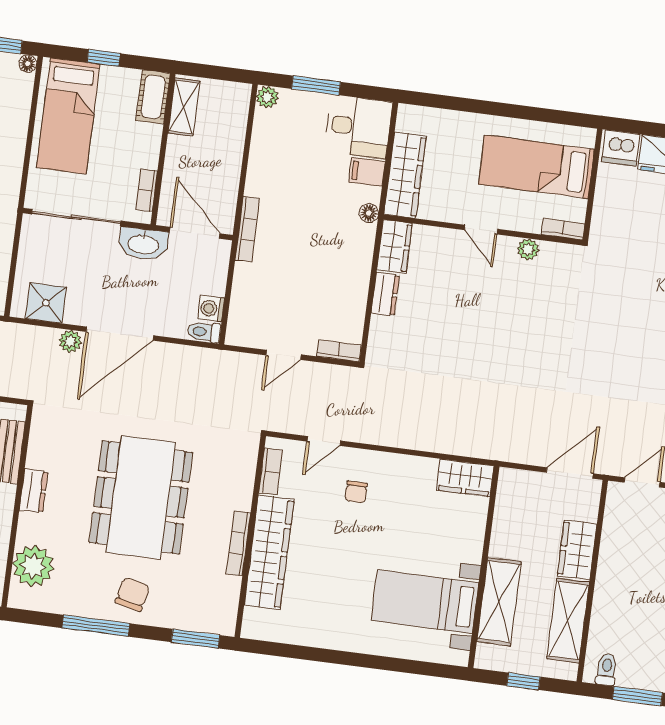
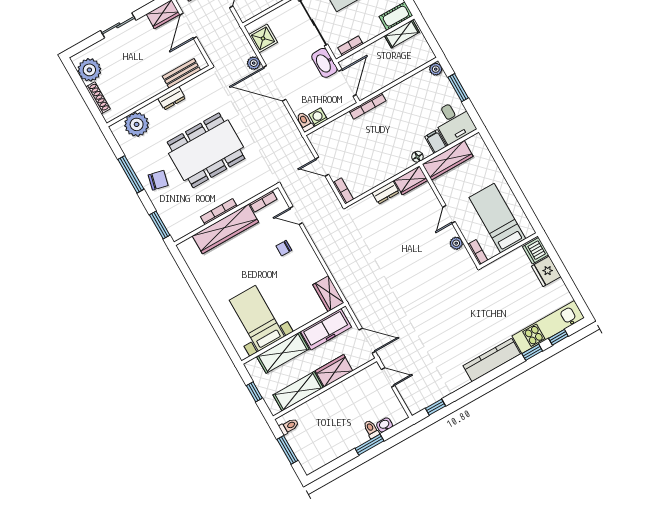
freezer: (511, 518) -> (326, 329), added

